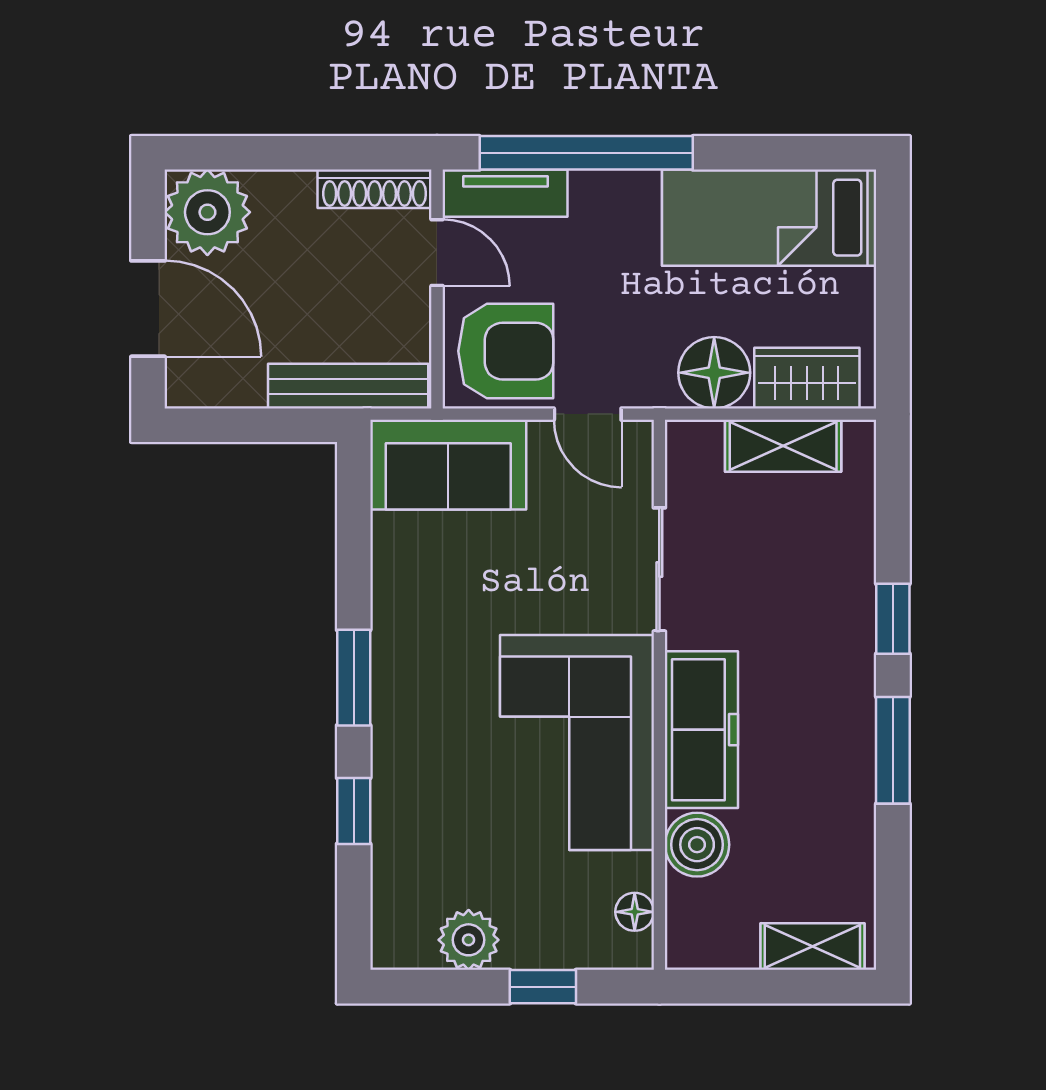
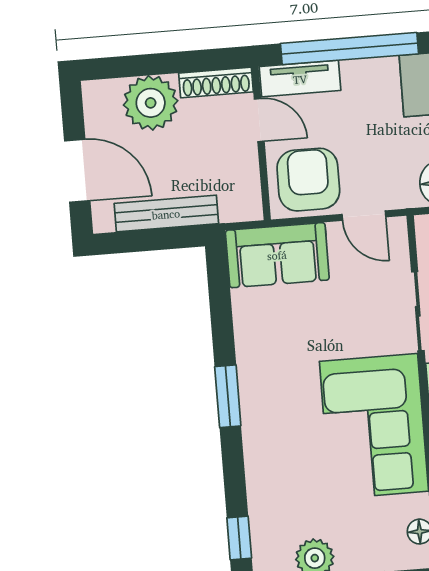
plant: (207, 212) -> (151, 103), moved
armchair: (506, 351) -> (308, 180), turned -90
bench: (348, 386) -> (166, 214), moved
window: (354, 811) -> (239, 538), moved

